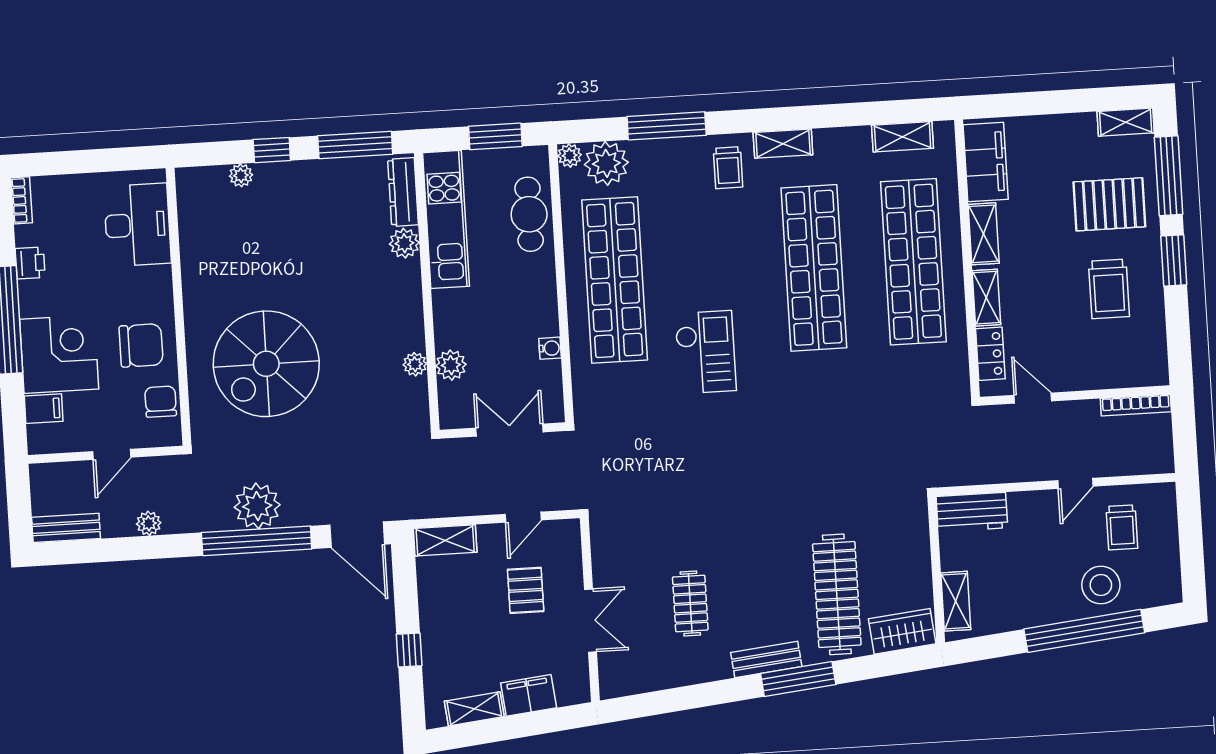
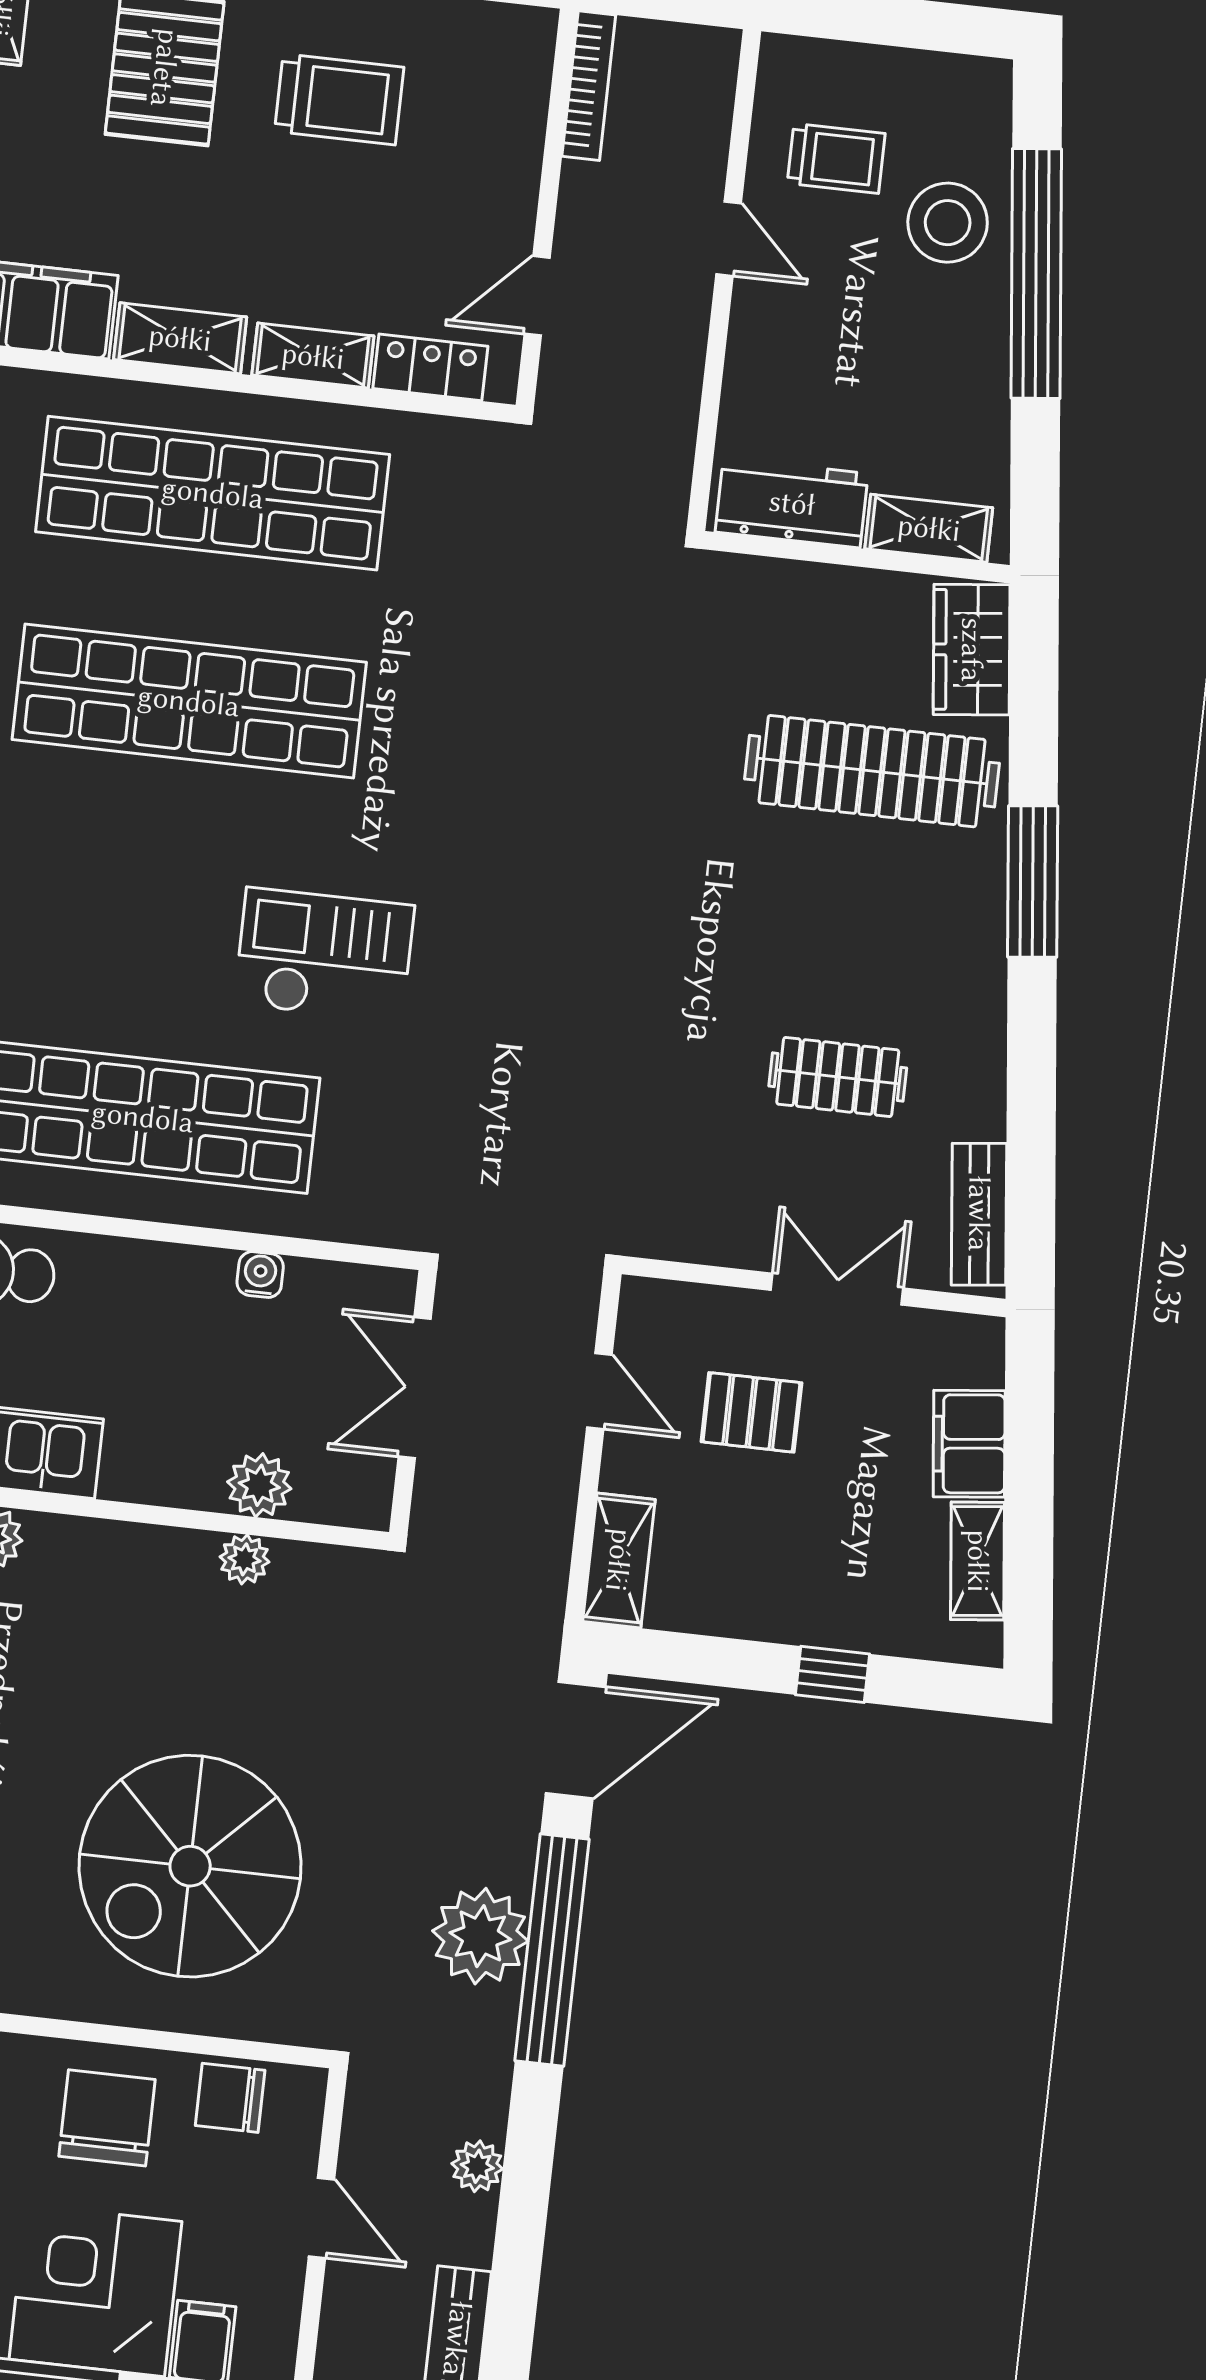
spiral stairs: (266, 364) -> (190, 1866), turned 90
workbench: (972, 512) -> (792, 503), moved, turned -90
bench: (766, 659) -> (979, 1214), moved

